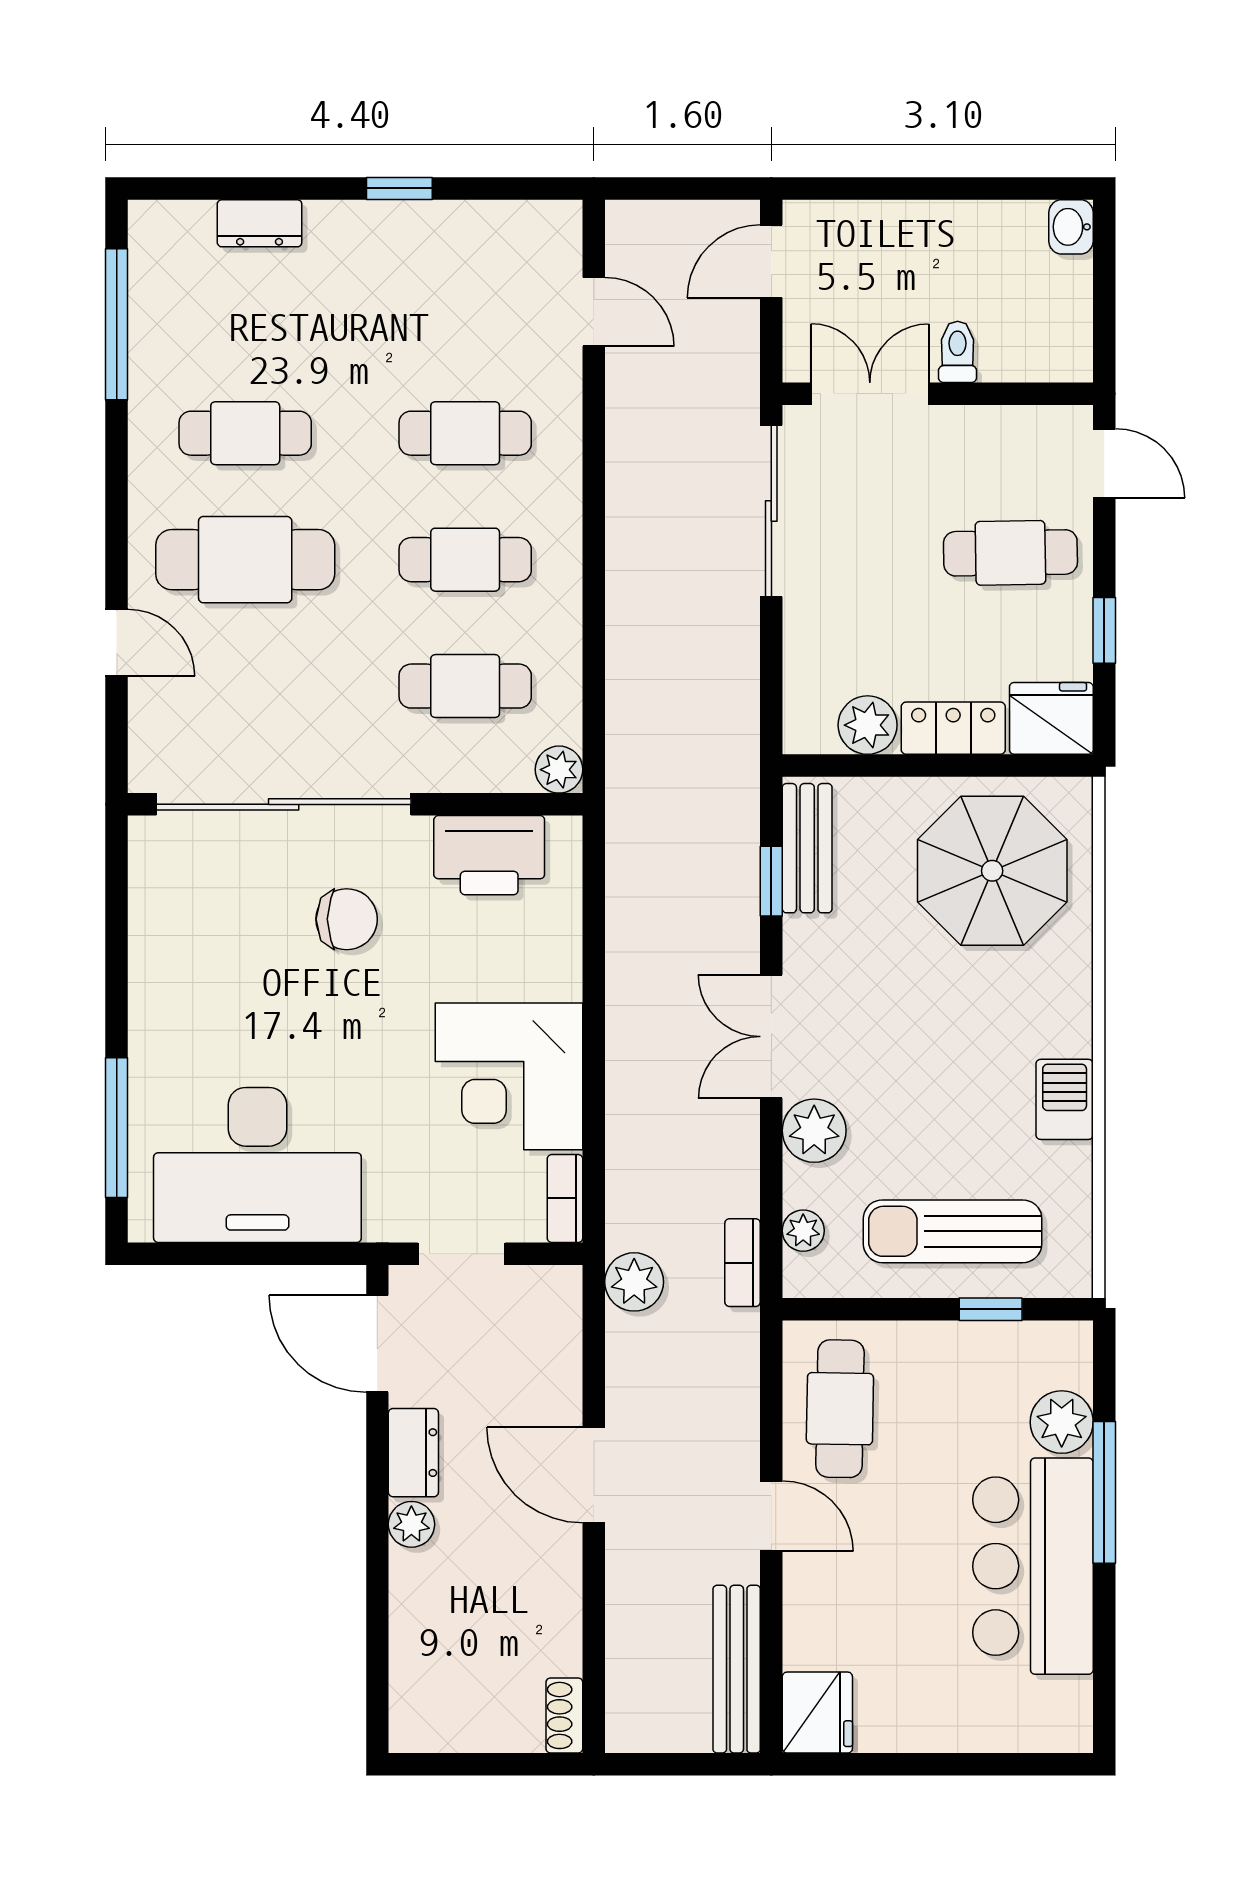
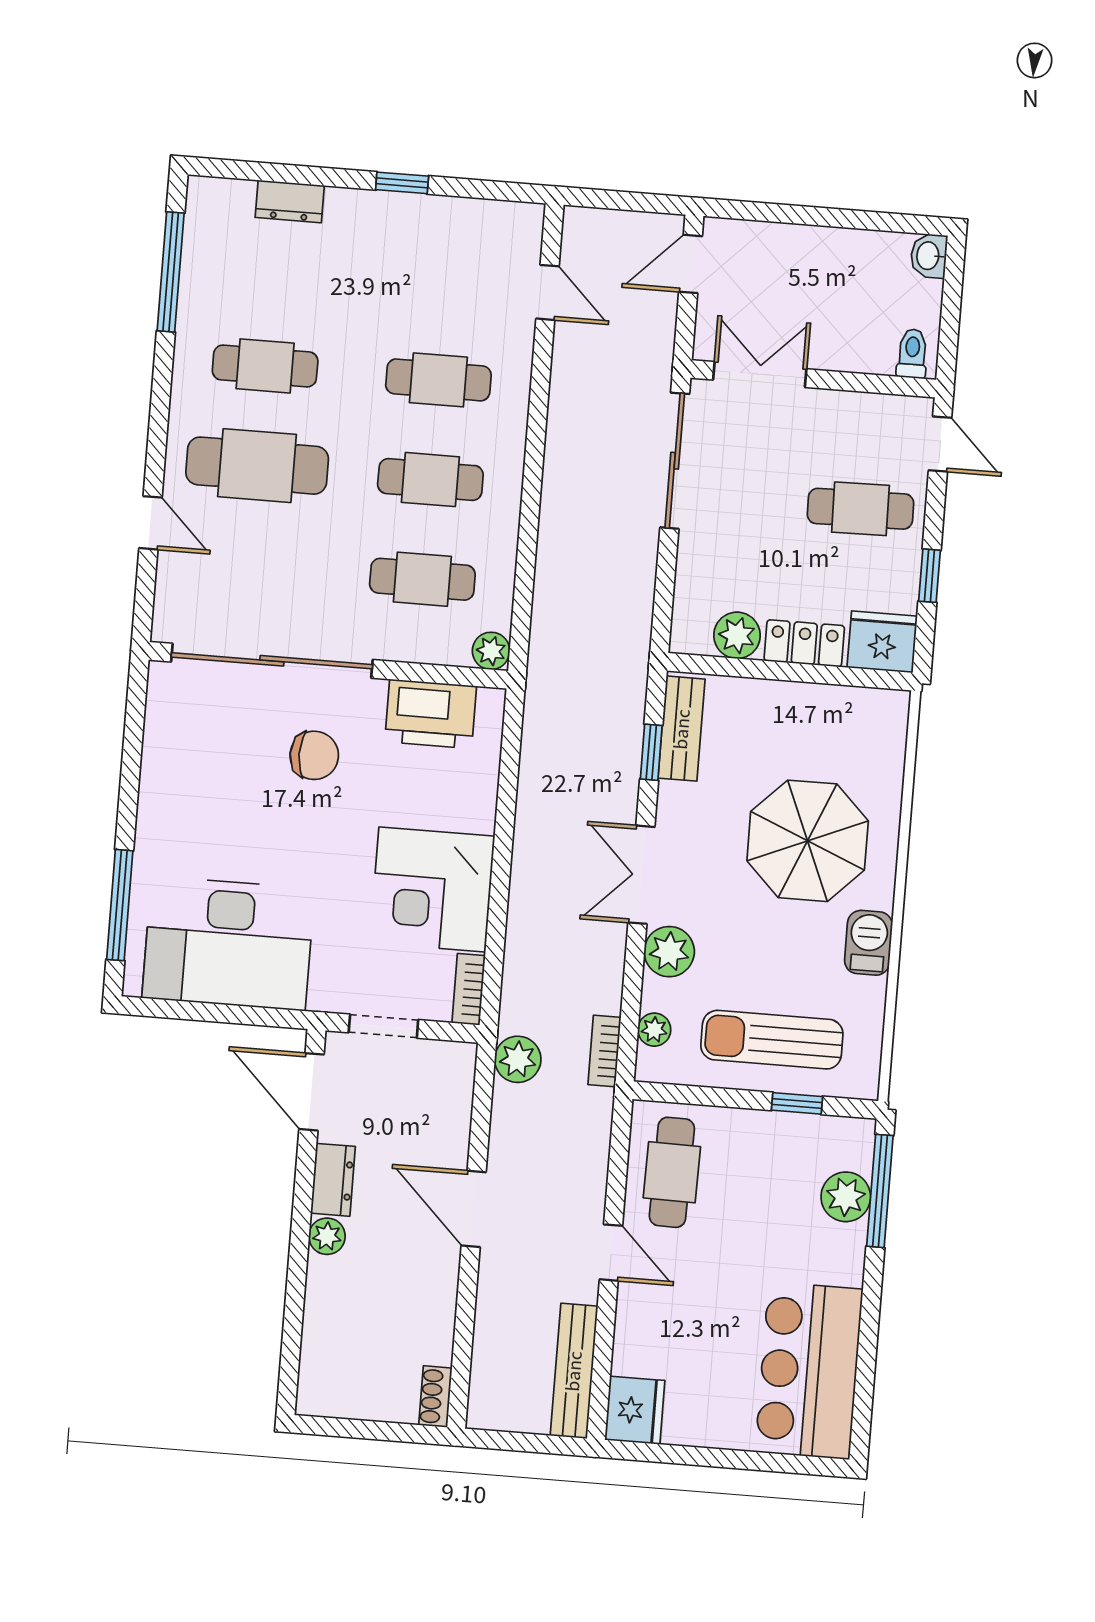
toilet: (958, 352) -> (912, 354), moved
parasol: (992, 871) -> (808, 841), moved
window: (1104, 1492) -> (880, 1191), moved
bar counter: (1033, 1566) -> (809, 1371), moved

